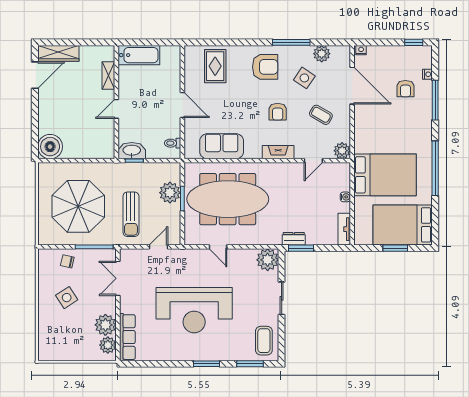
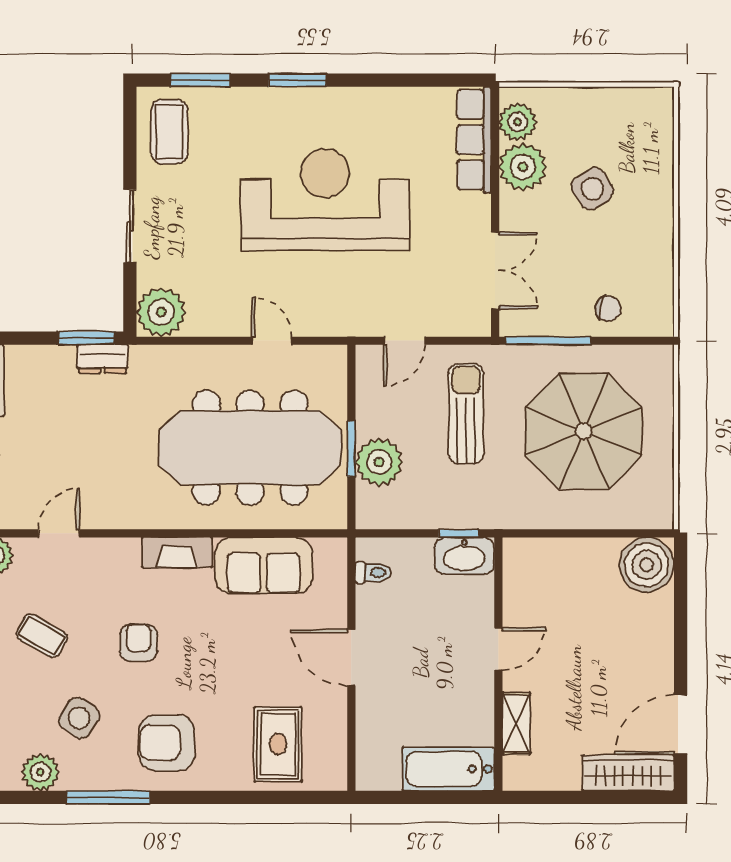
fireplace: (278, 152) -> (177, 552), moved
side table: (67, 298) -> (592, 189), moved

